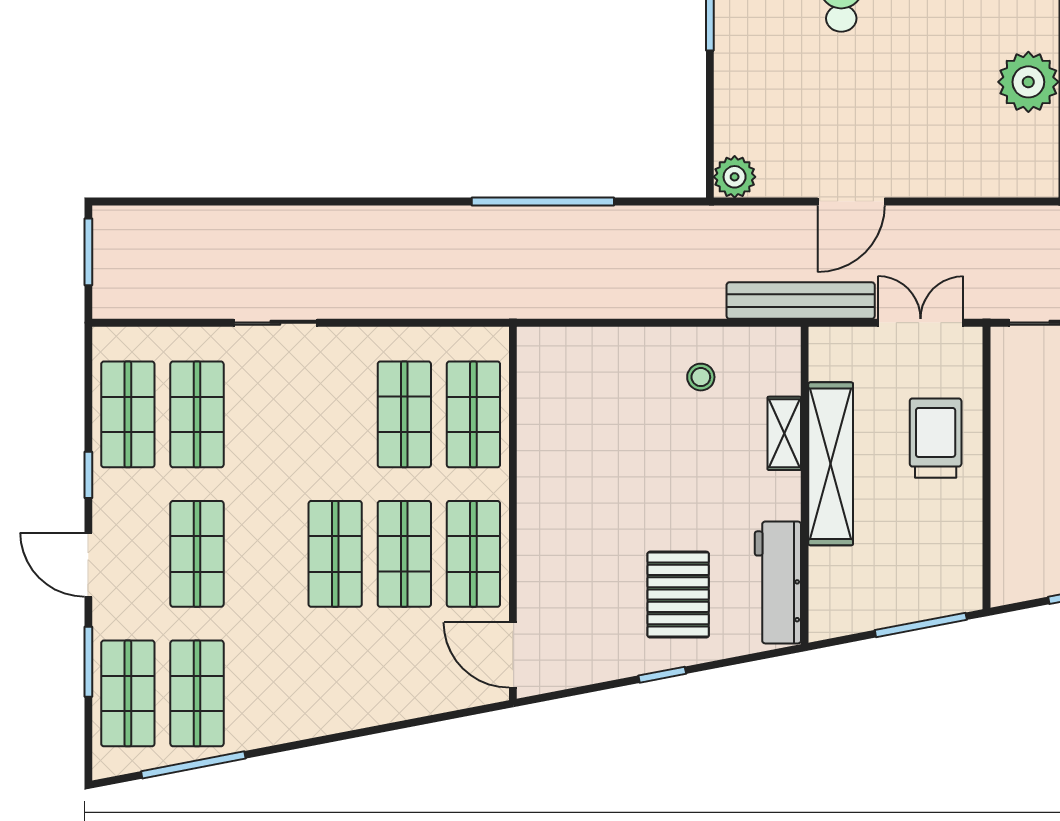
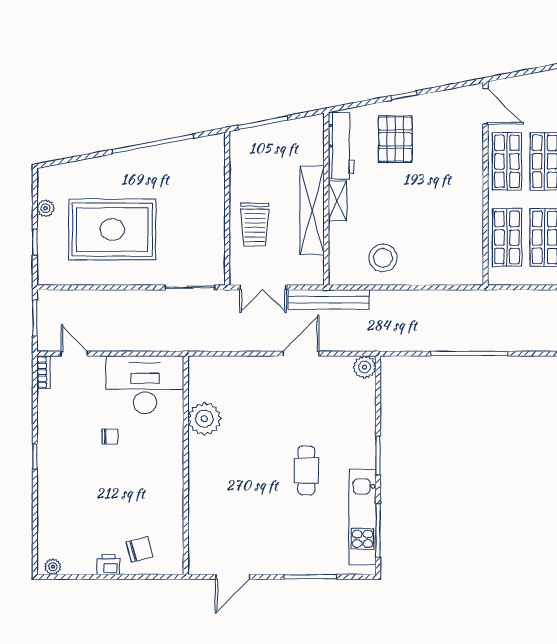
stool: (701, 377) -> (383, 258), width x1.89, depth x1.89
shelving: (784, 433) -> (337, 201), moved

